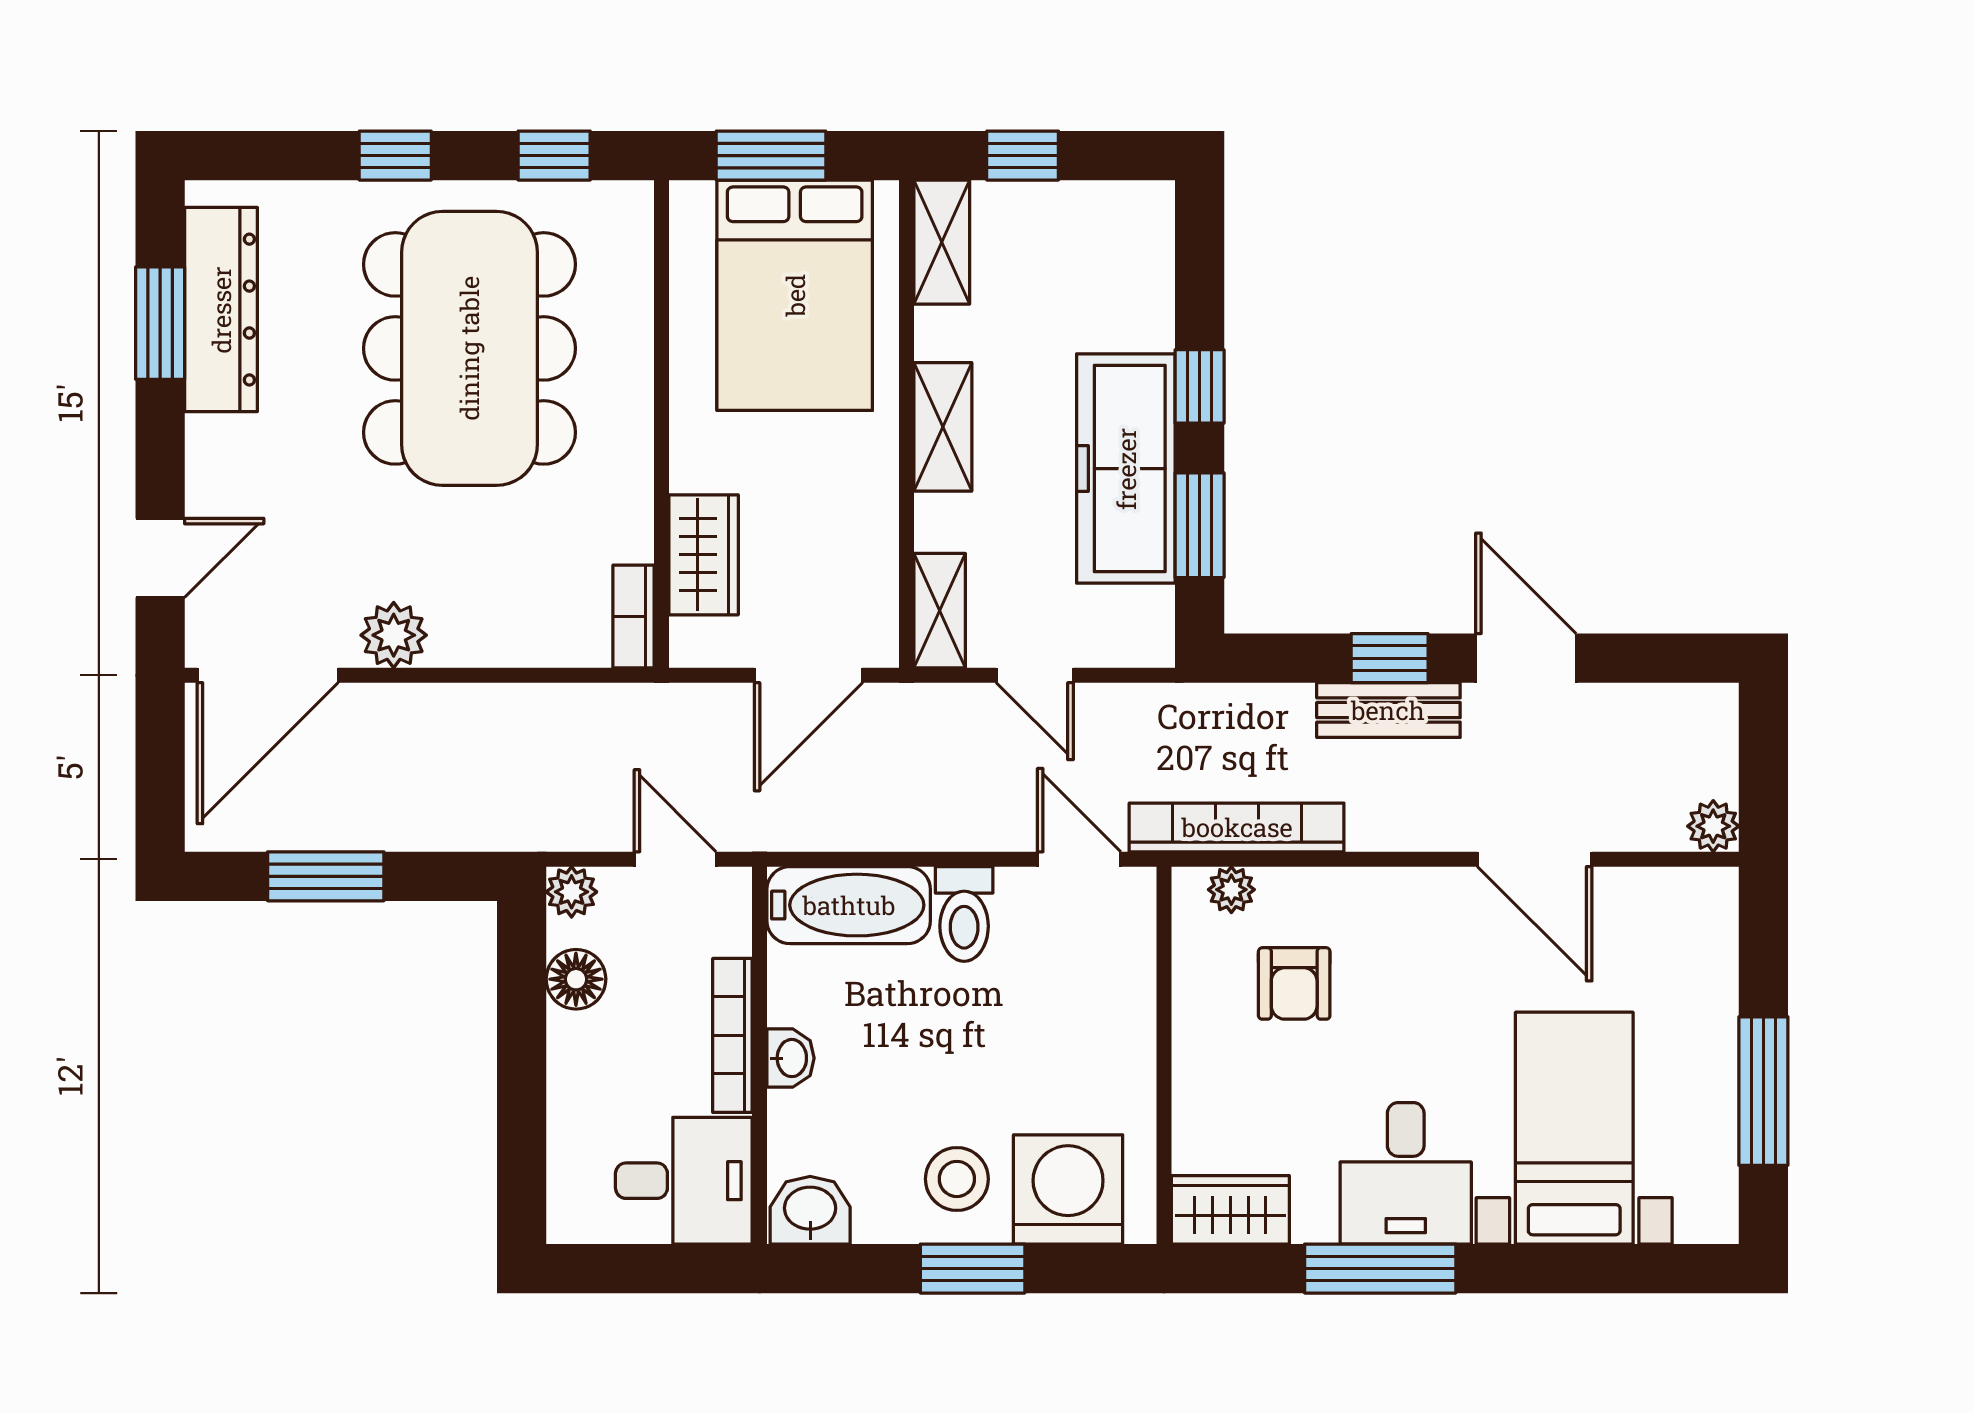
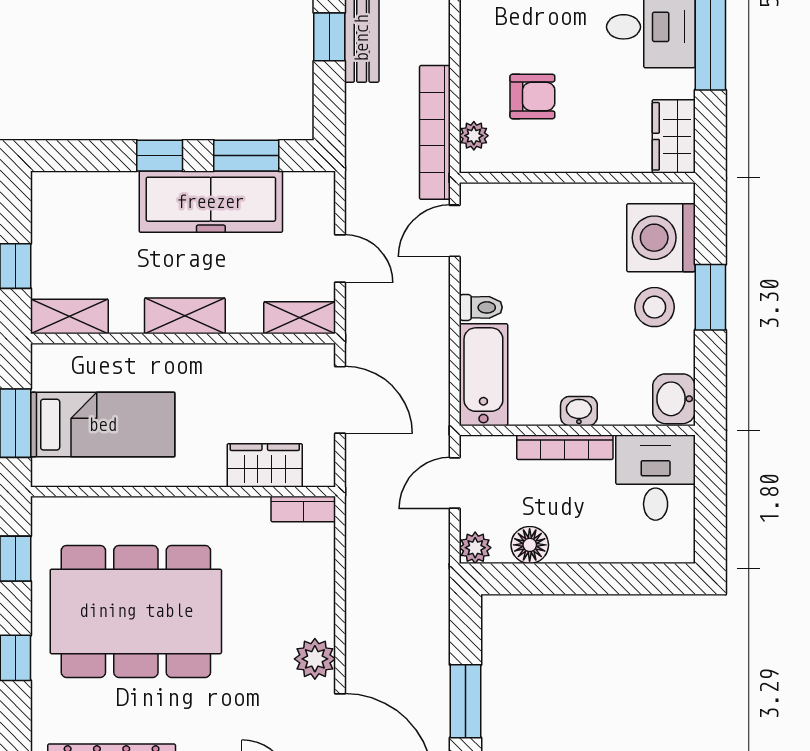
bed: (795, 295) -> (103, 425), width x0.67
door: (1035, 675) -> (340, 258), hinge flipped
toilet: (964, 914) -> (481, 307), width x0.73, depth x0.72

